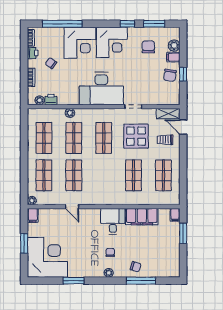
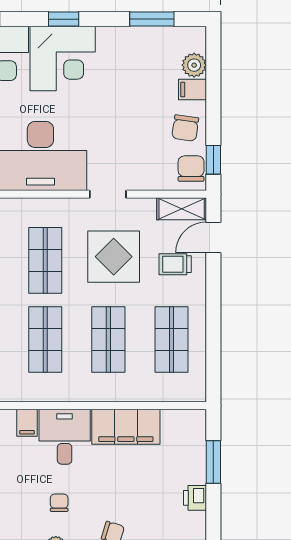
window: (127, 24) -> (64, 19), moved
chair: (148, 47) -> (191, 169), moved
window: (183, 74) -> (213, 160), moved
door: (183, 127) -> (213, 237), hinge flipped
shop shelf: (104, 175) -> (45, 339), added
filing cabinet: (175, 215) -> (27, 423), moved
printer: (174, 250) -> (195, 498), added

